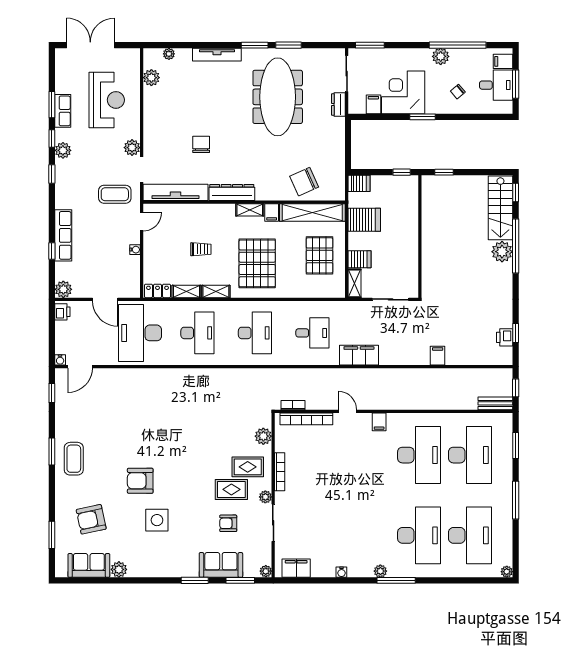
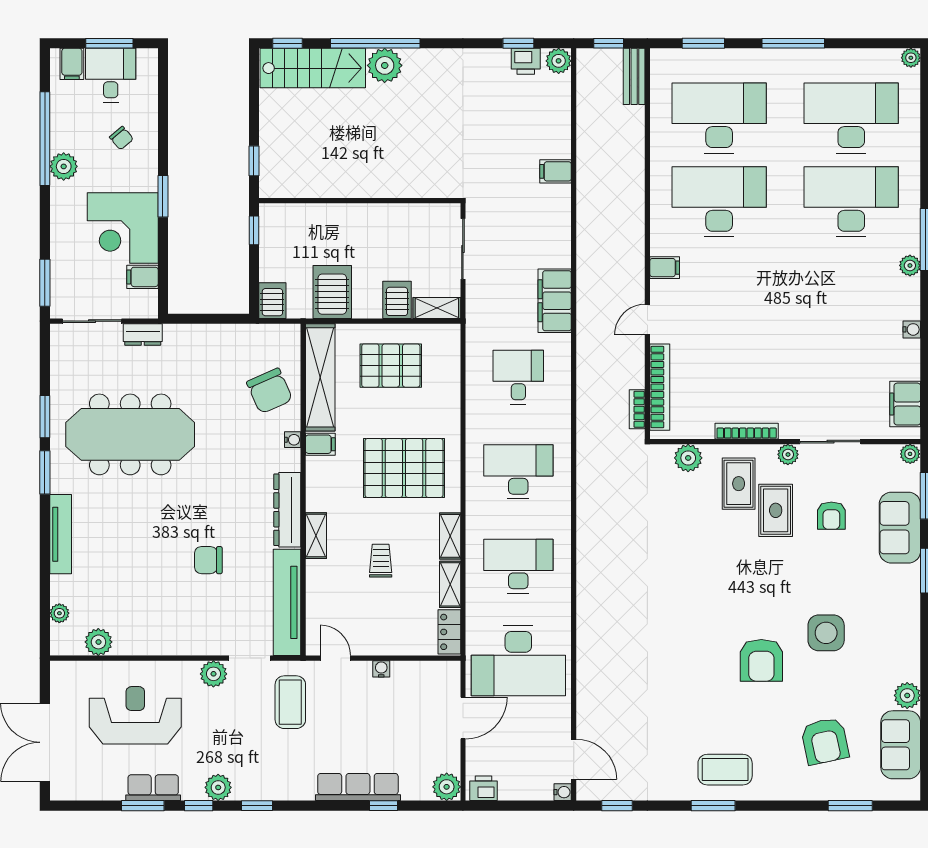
water cooler: (274, 196) -> (293, 440), added
shelving: (250, 210) -> (316, 536), moved
plant: (505, 357) -> (559, 61), added

